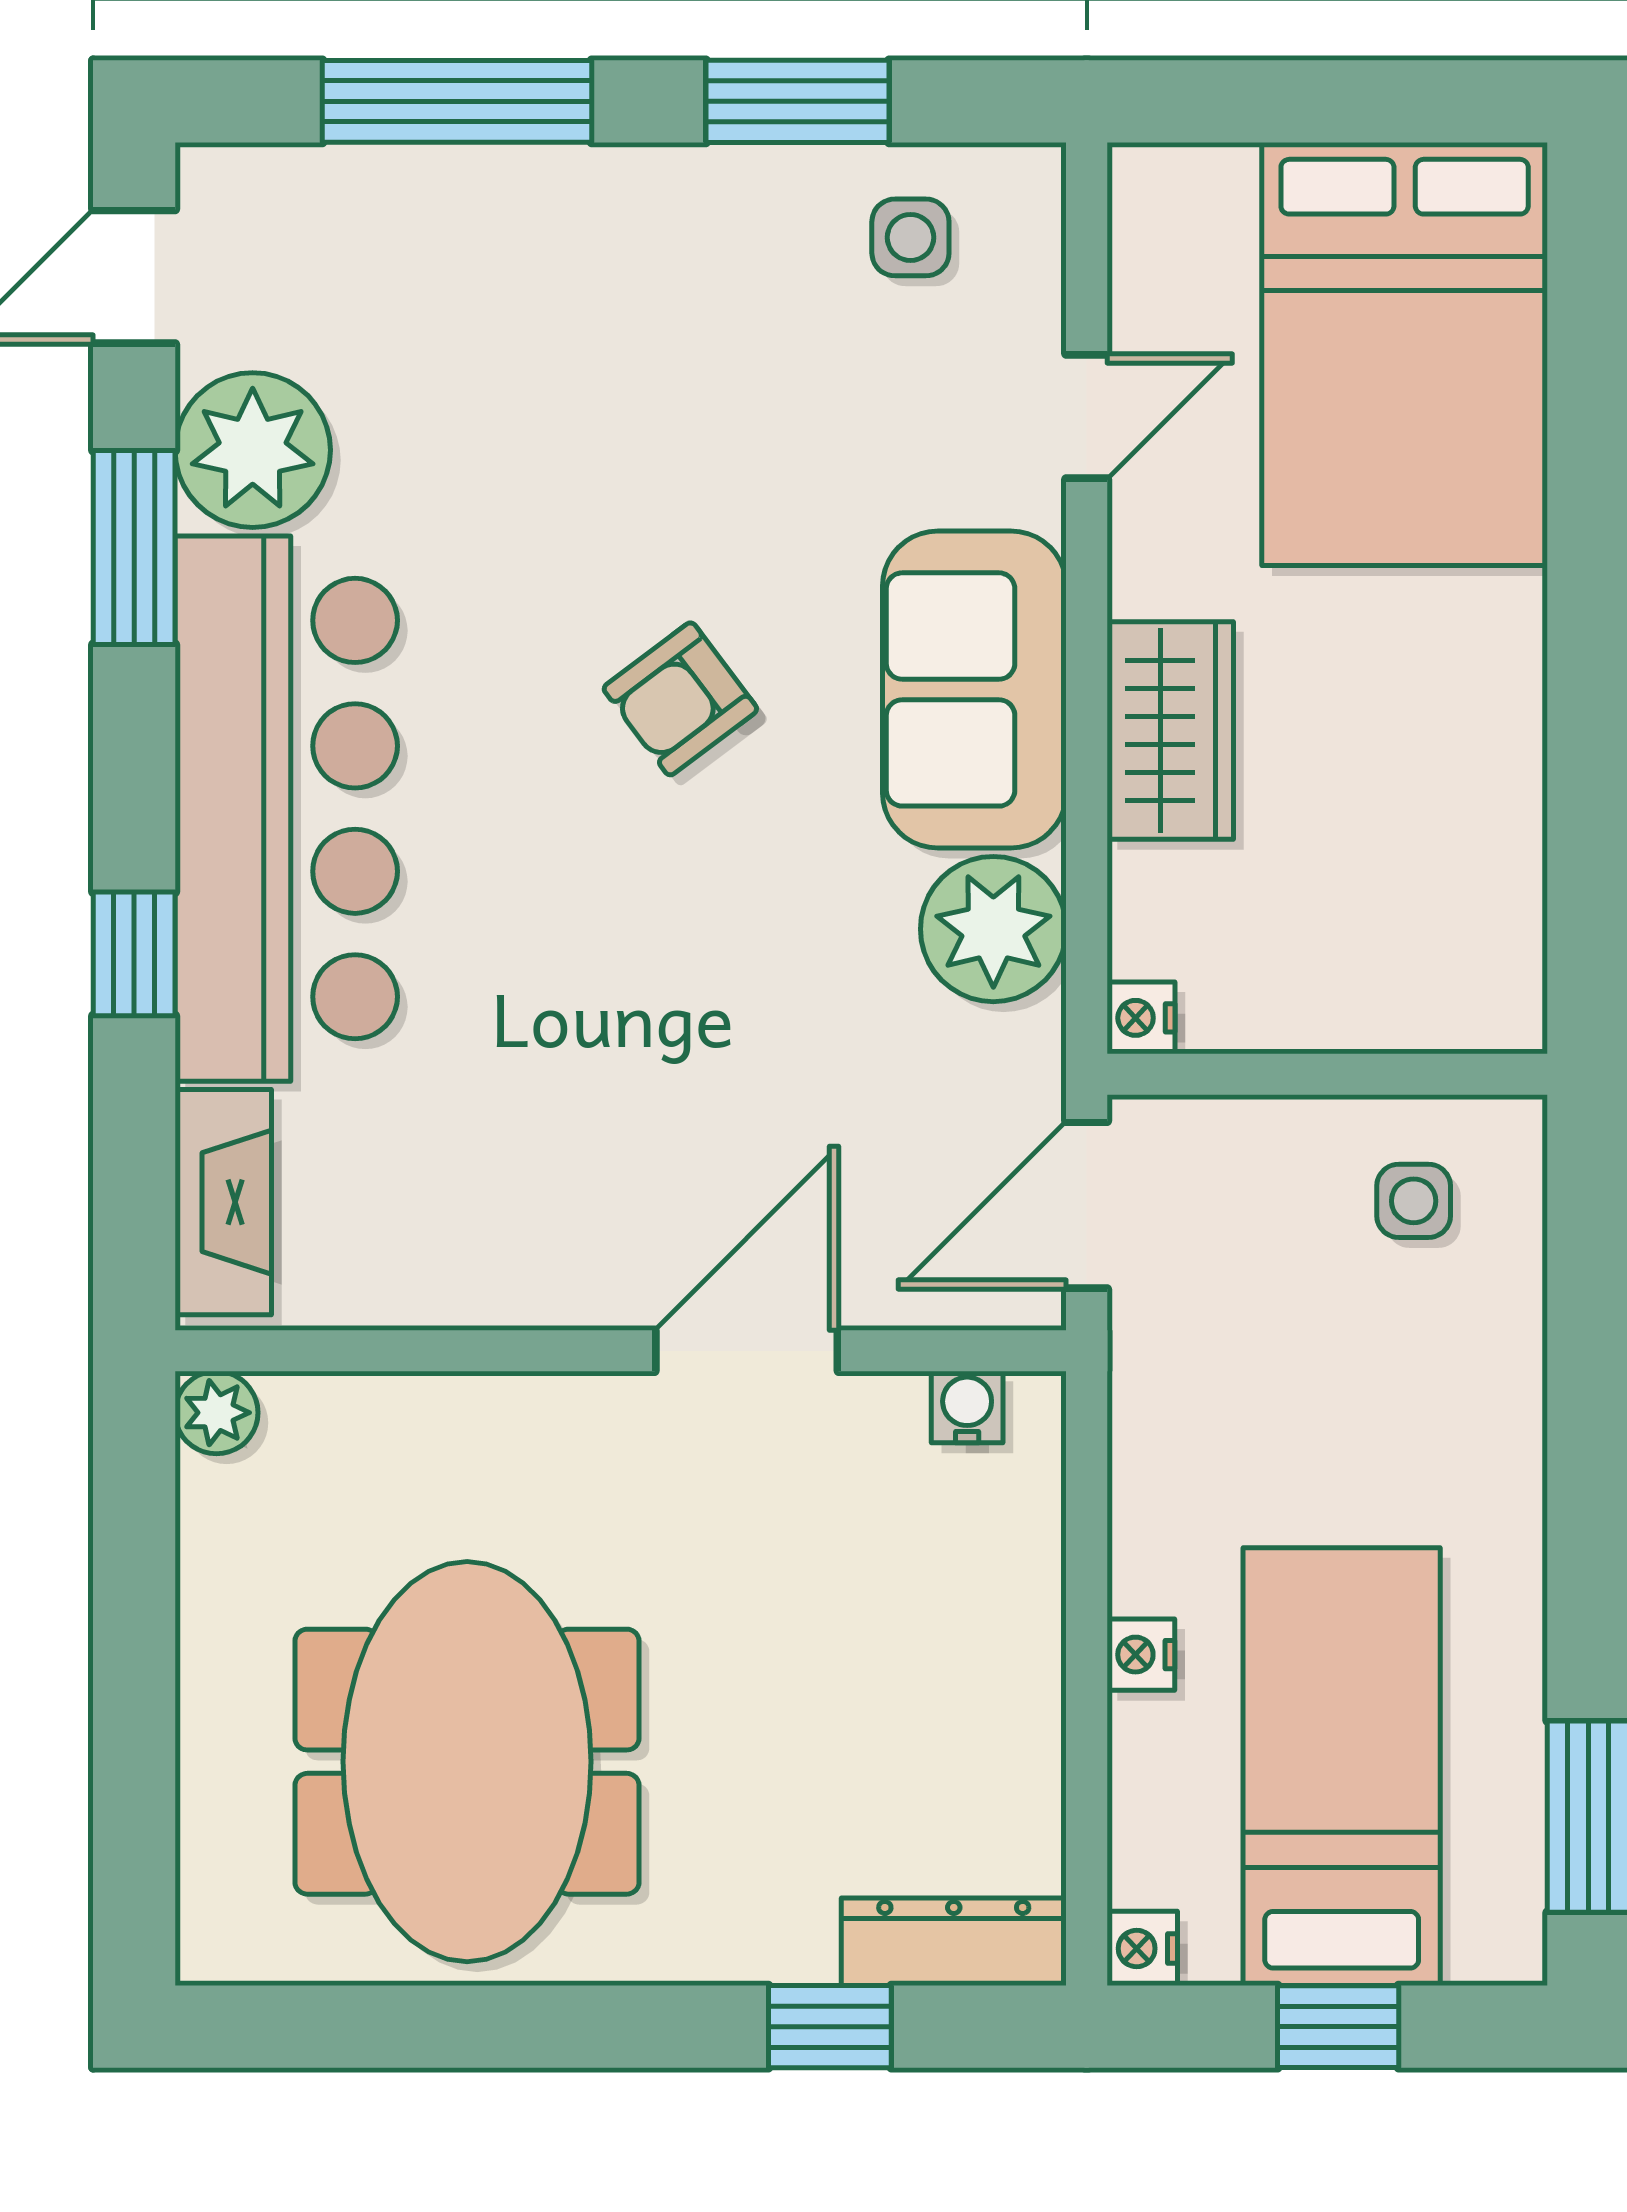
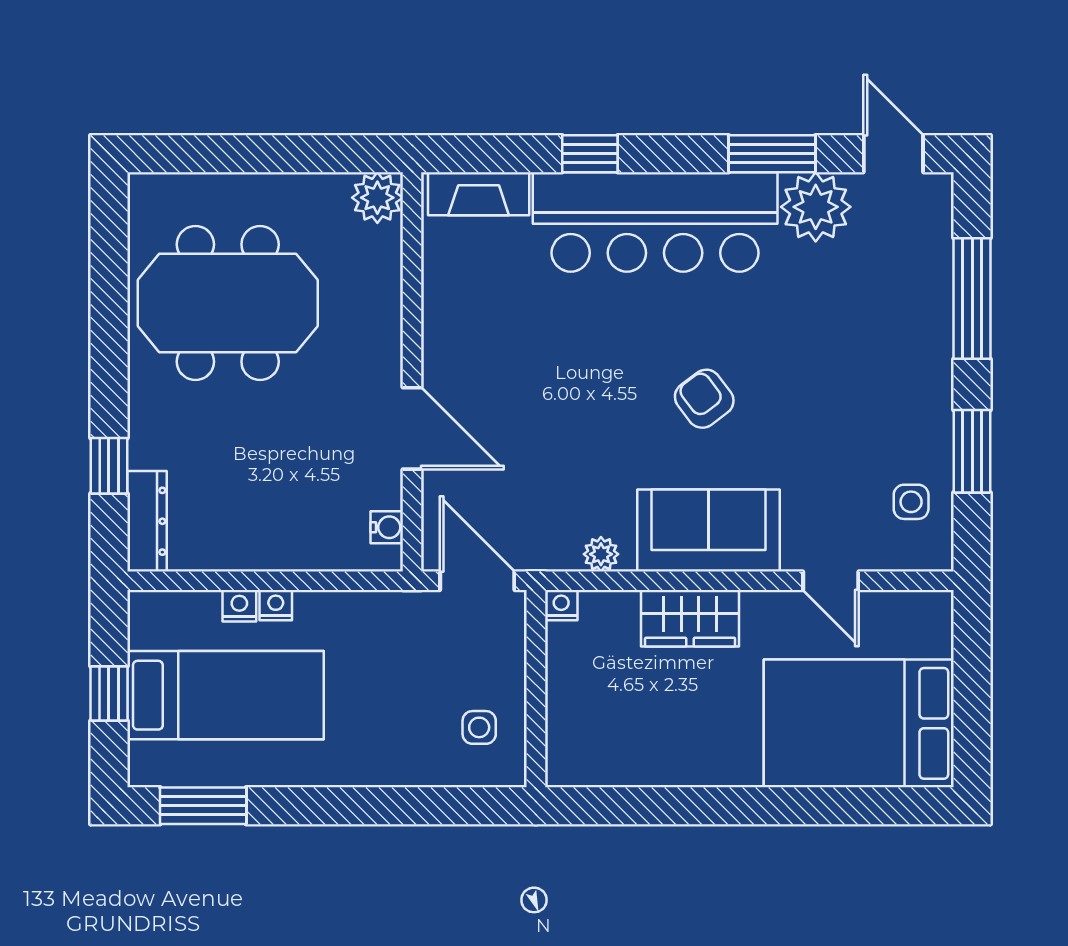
plant: (993, 929) -> (601, 554), width x0.53, depth x0.53
plant: (216, 1413) -> (377, 198), width x1.38, depth x1.38
nightstand: (1142, 1948) -> (239, 606), moved

